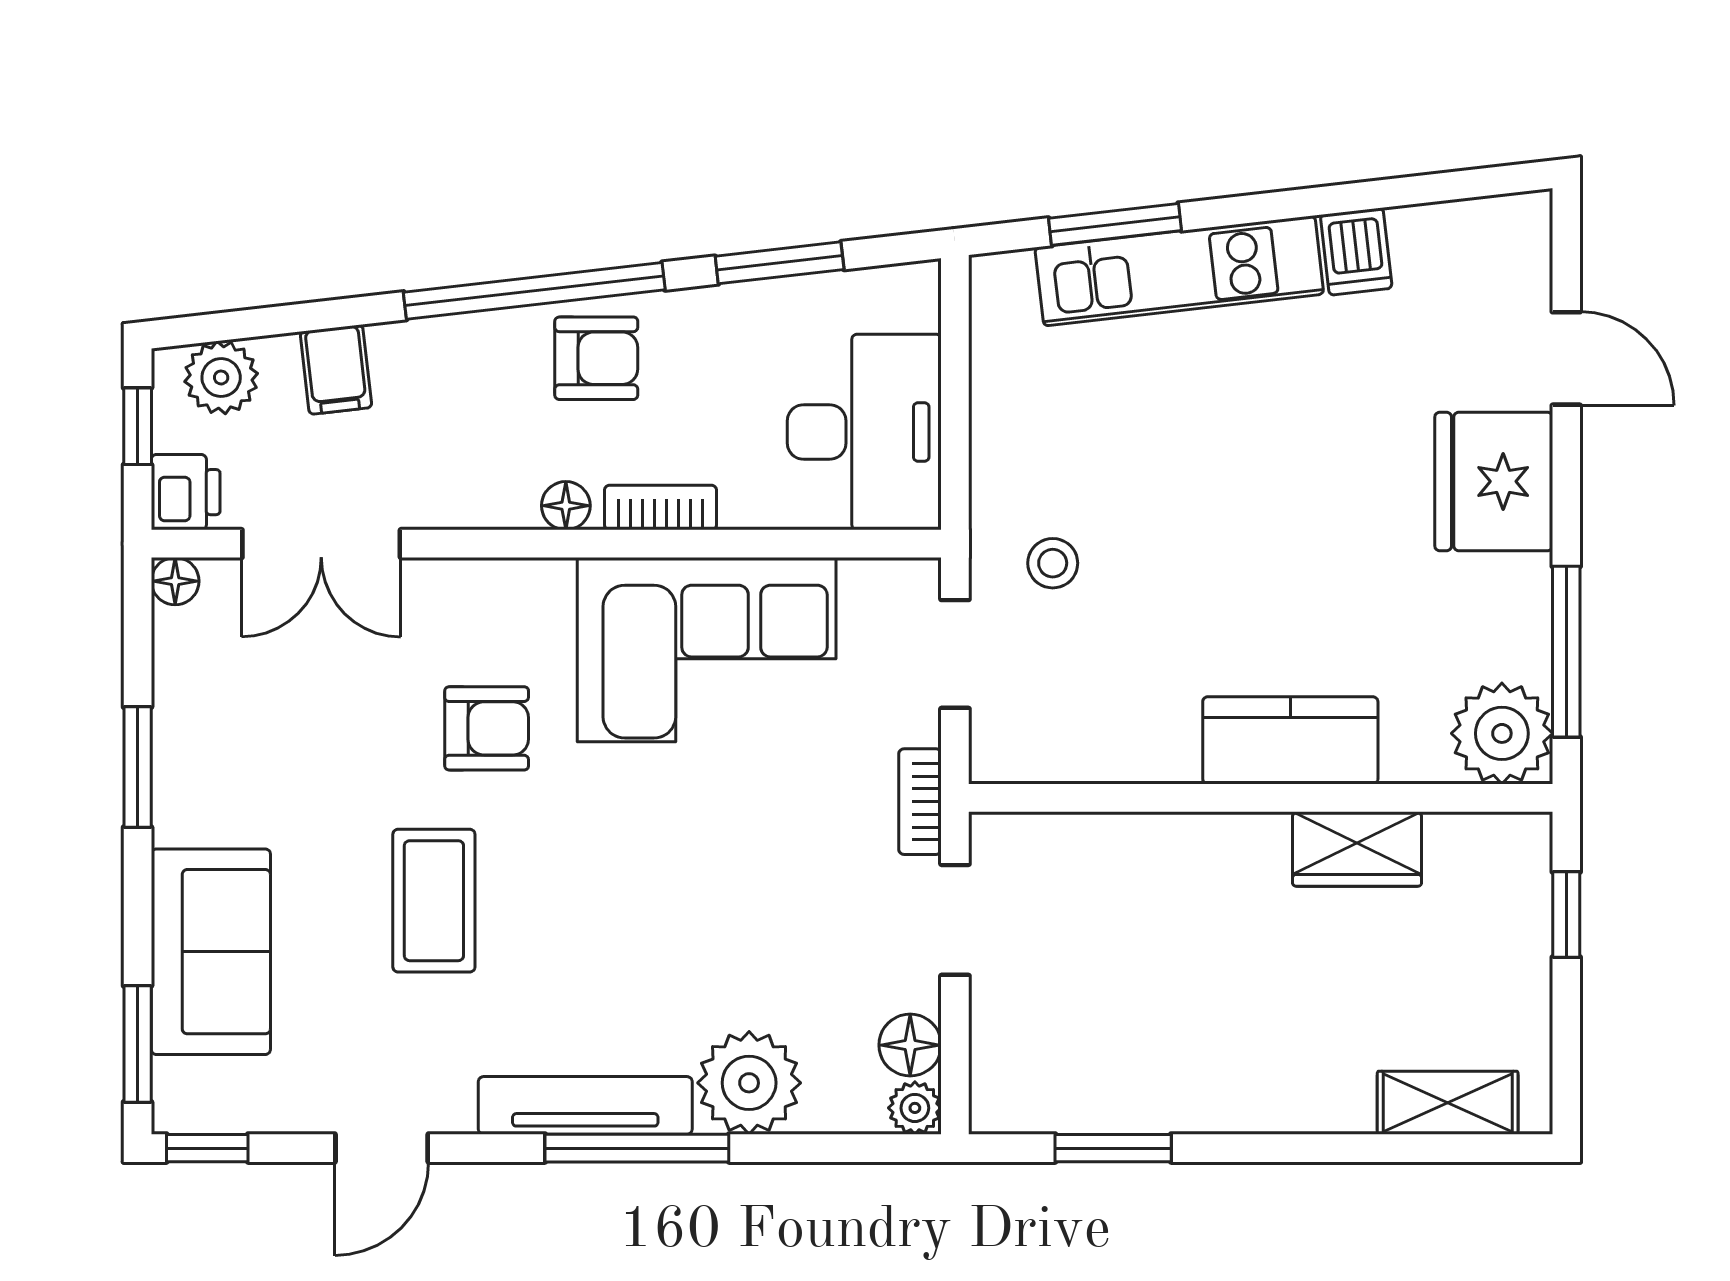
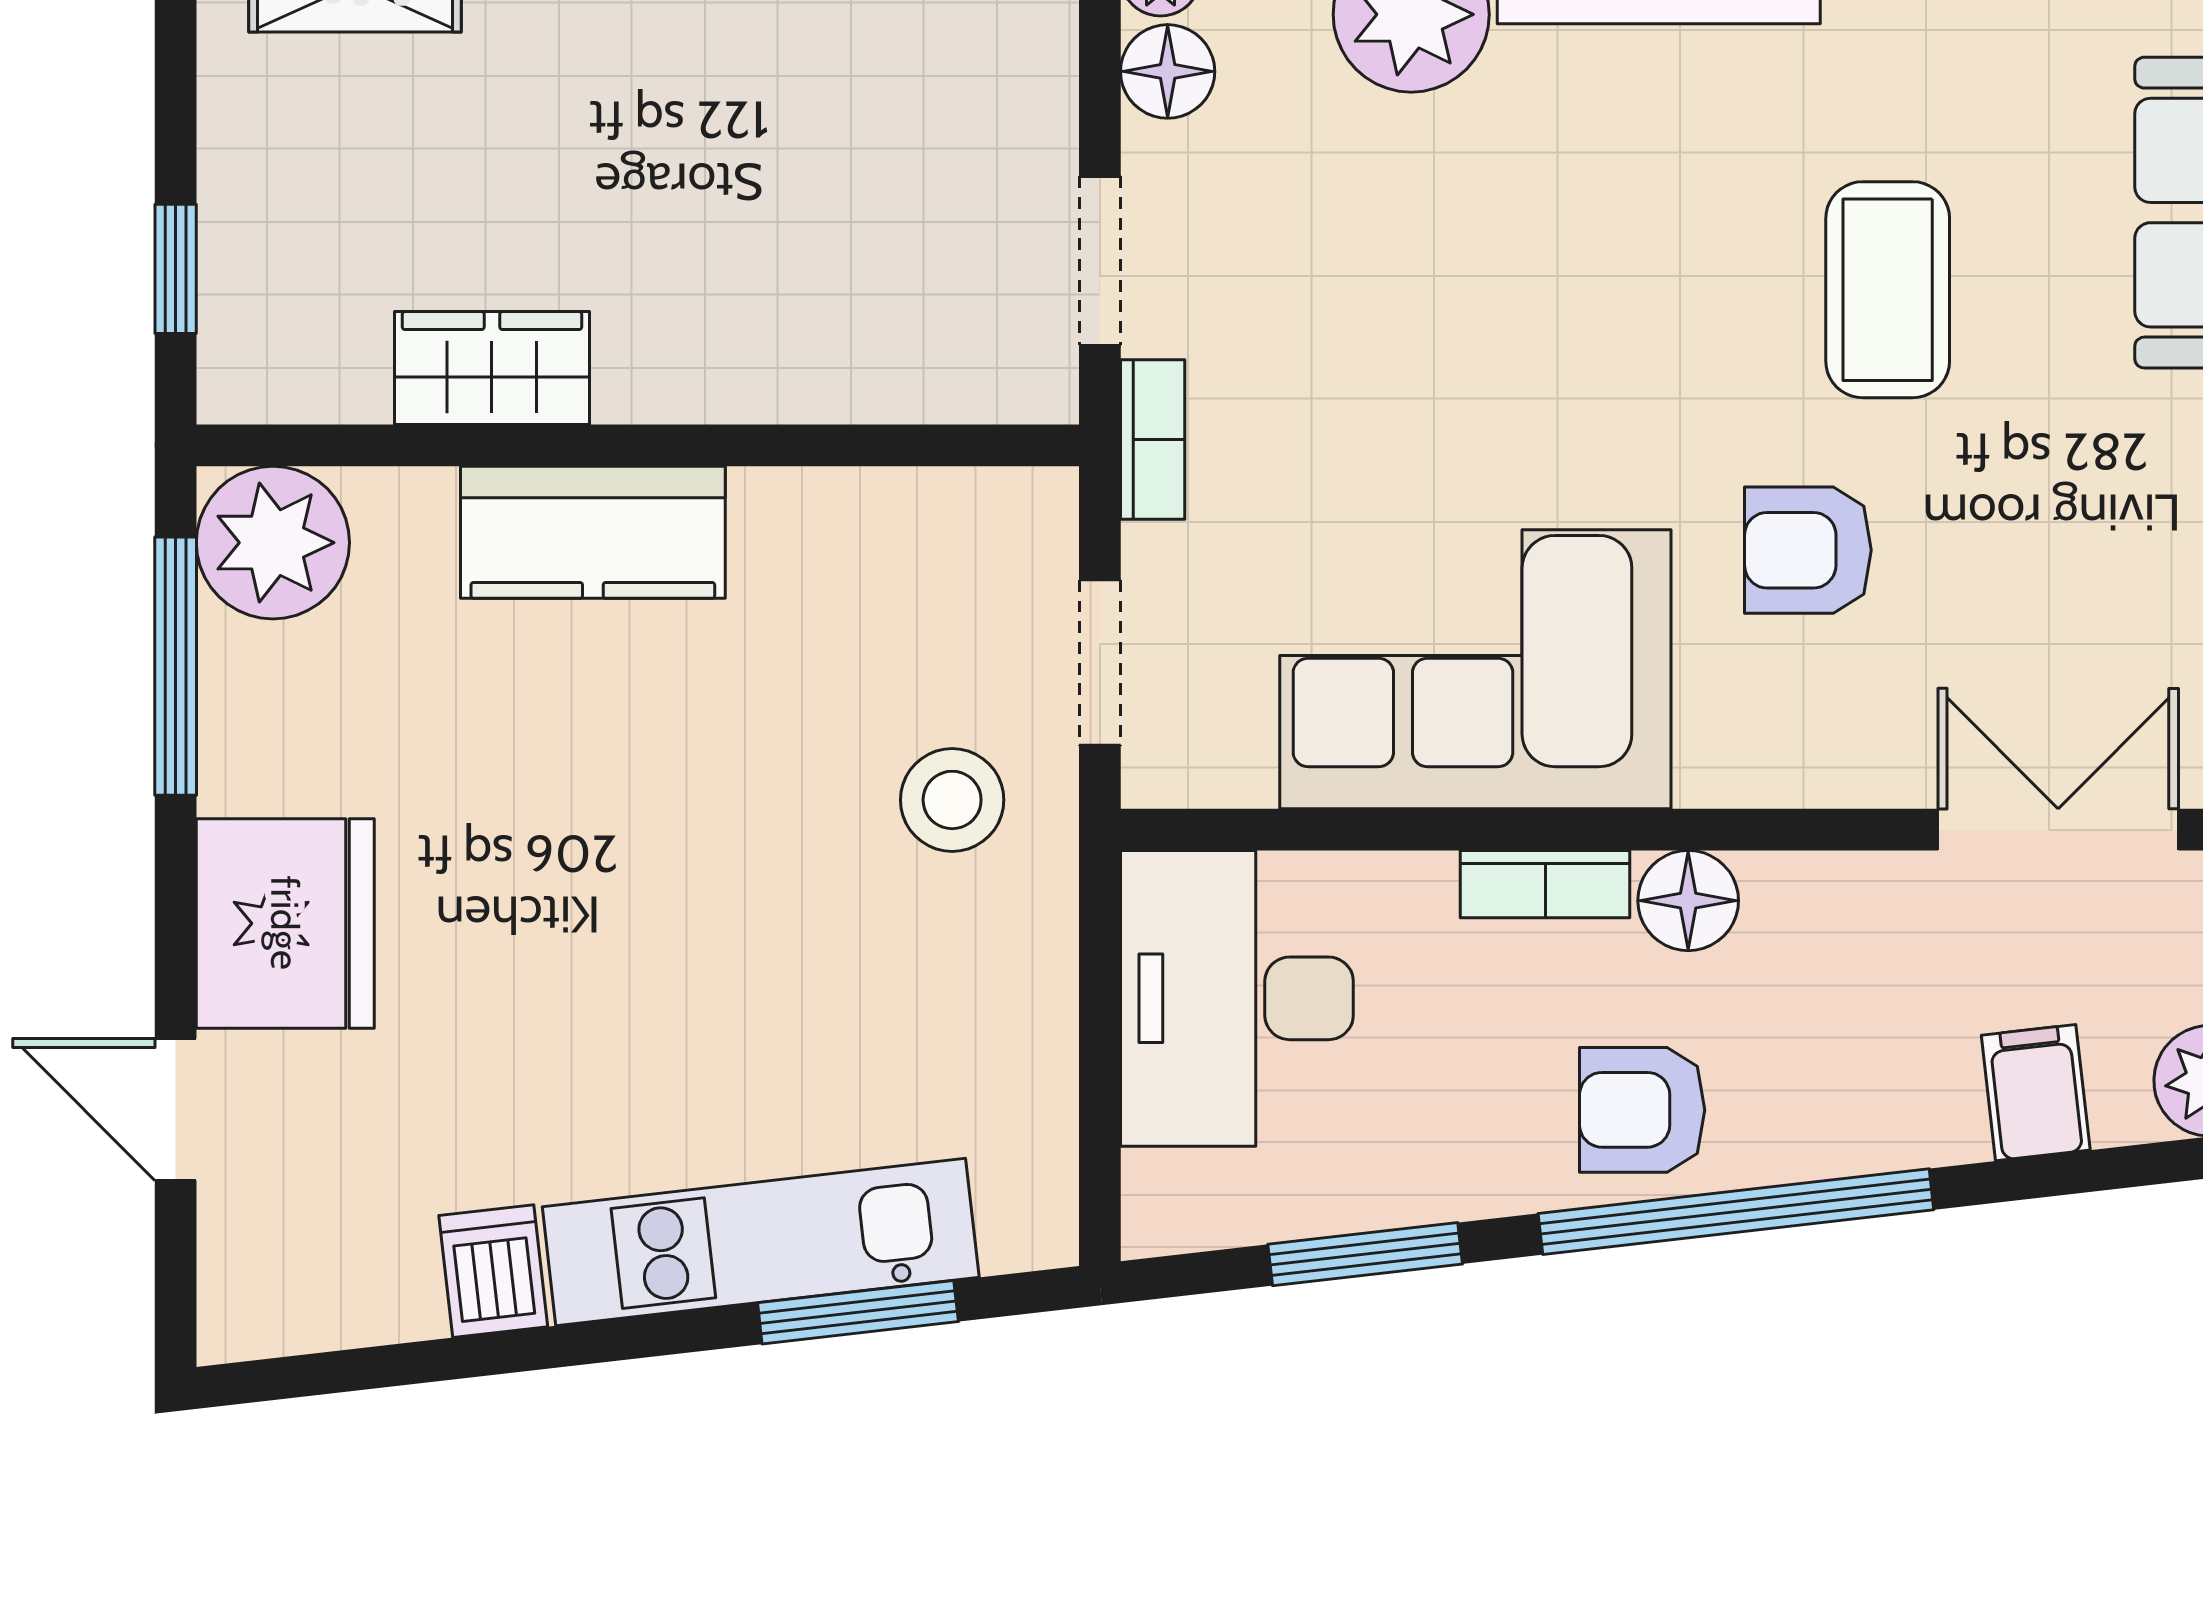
floor lamp: (566, 506) -> (1688, 901), width x1.37, depth x1.37
stool: (1053, 563) -> (952, 800), width x1.37, depth x1.37

